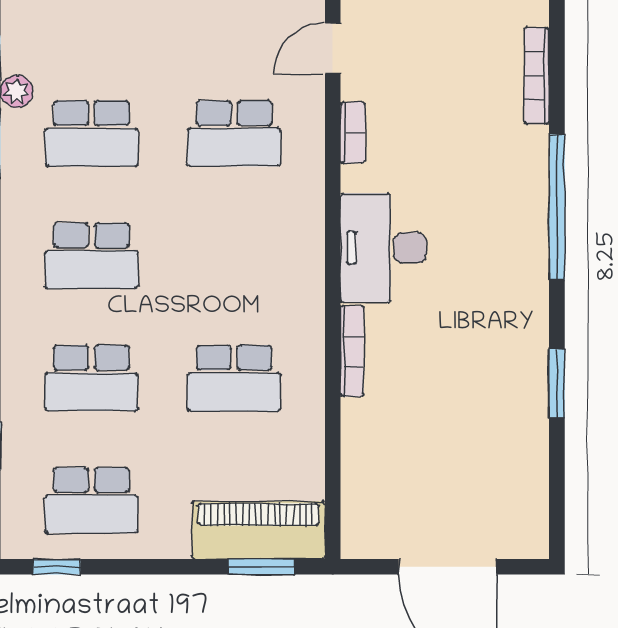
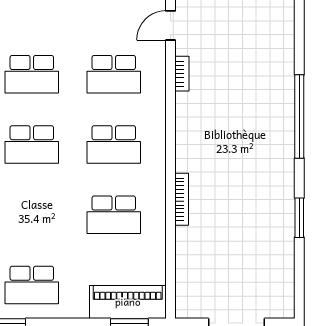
bookcase: (537, 76) -> (288, 41), removed
desk: (383, 248) -> (200, 140), removed
school desk: (91, 378) -> (114, 144), moved

